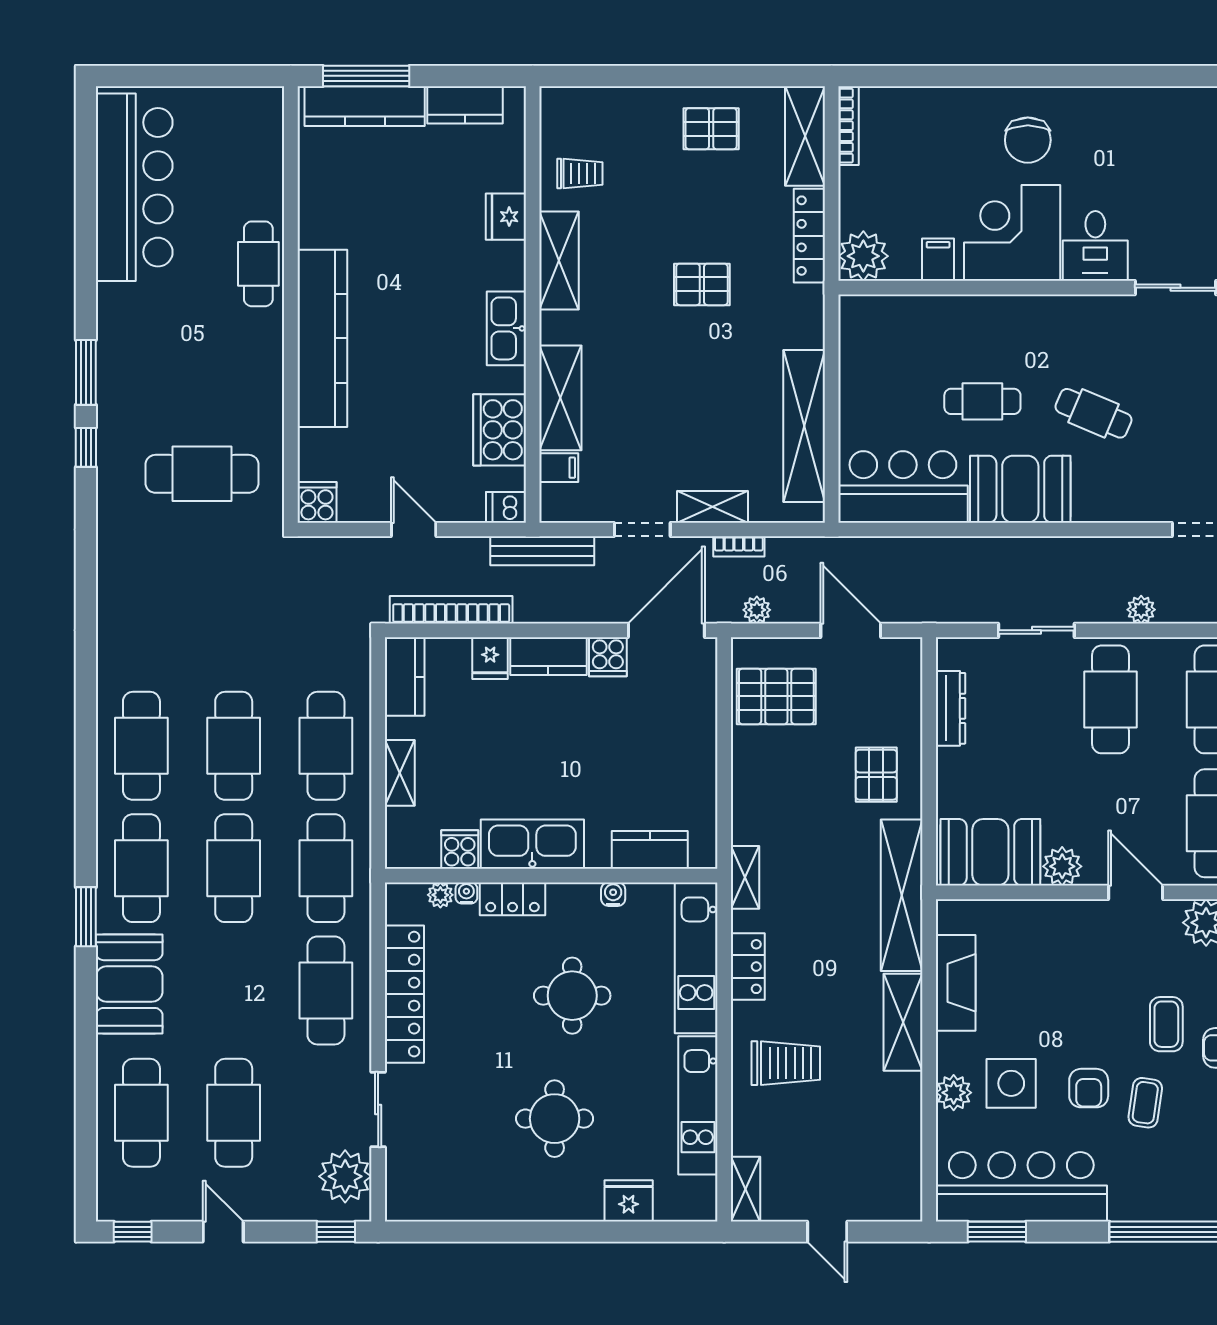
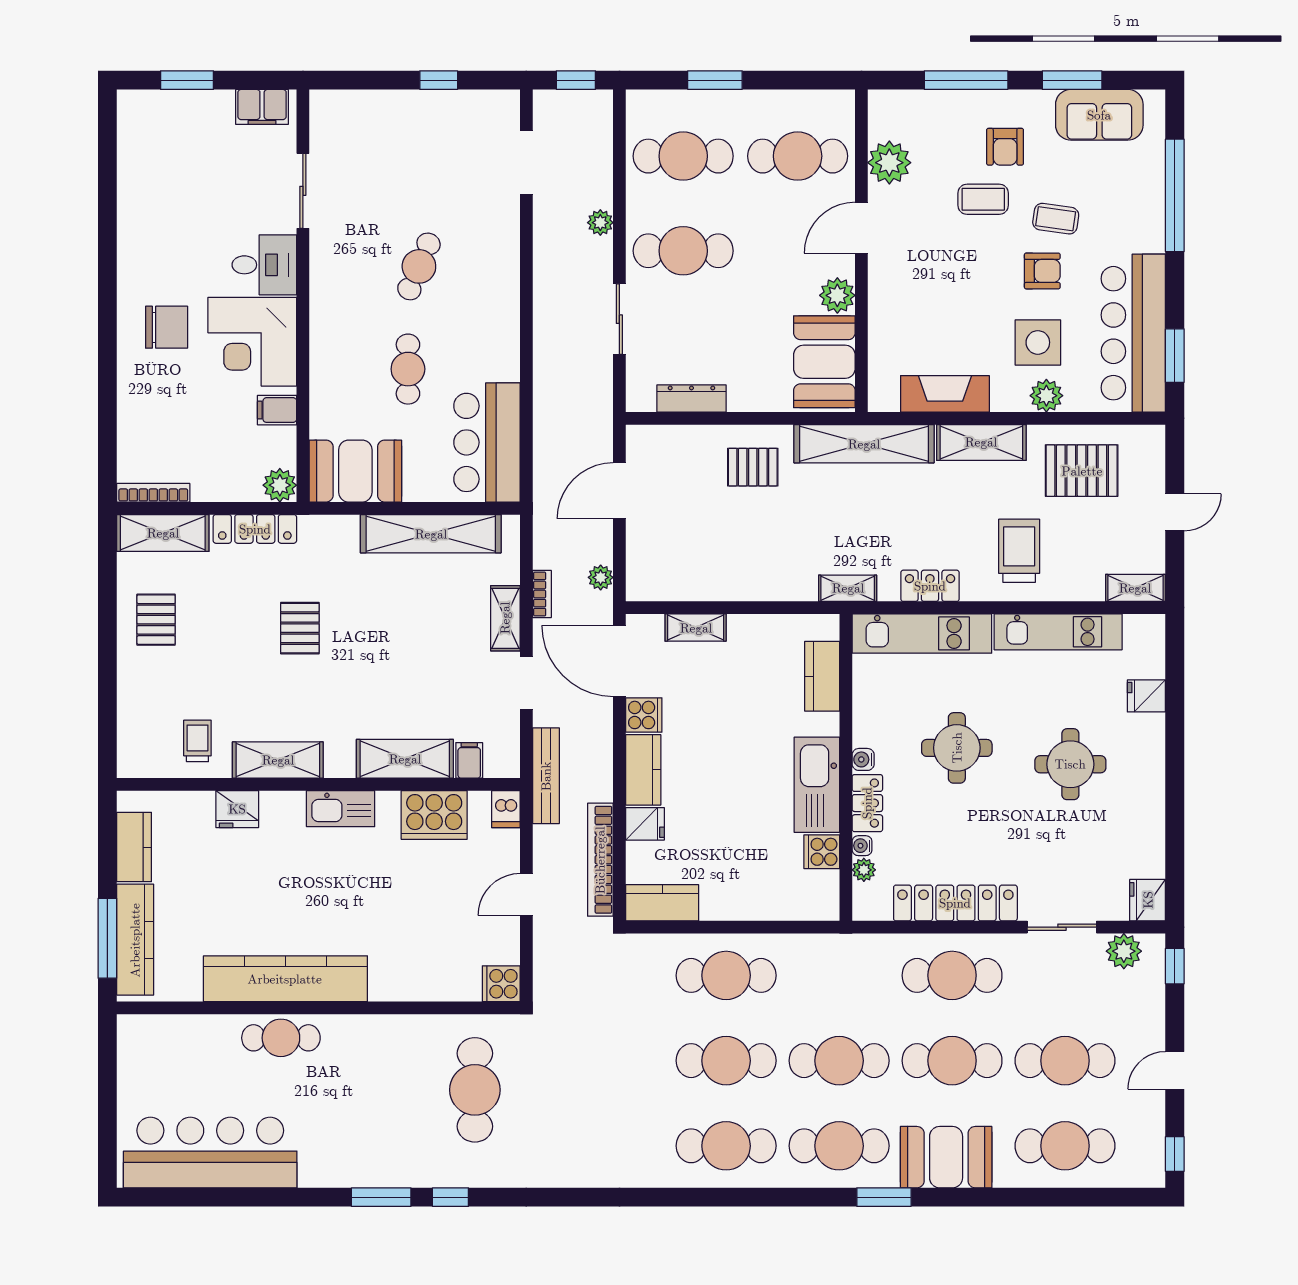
plant: (863, 256) -> (280, 485), width x0.73, depth x0.73
kitchen counter: (322, 338) -> (285, 979), moved
booth: (1020, 489) -> (355, 471), moved, turned 90
pallet: (776, 696) -> (1082, 471), moved, turned 90
shelving: (400, 773) -> (696, 628), moved
cafe table: (326, 868) -> (952, 1061), moved
water cooler: (613, 894) -> (863, 759), moved
plant: (345, 1176) -> (1124, 951), width x0.73, depth x0.73
fridge: (629, 1201) -> (1146, 696), width x0.72
fridge: (407, 1202) -> (1148, 900), added

